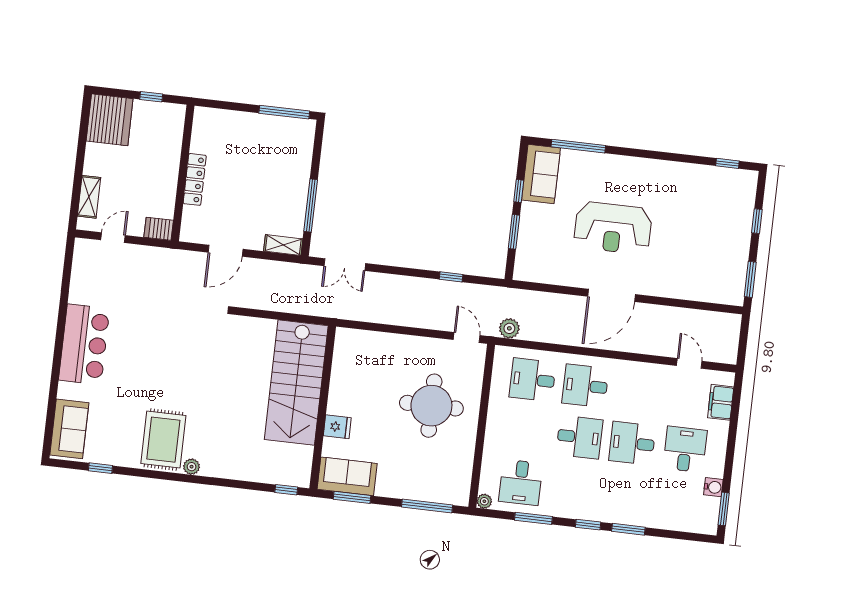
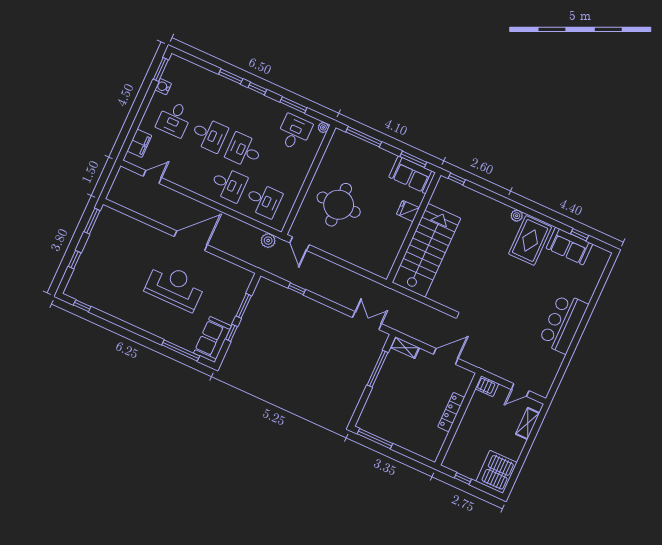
door: (689, 363) -> (152, 177), swing flipped
sofa: (69, 429) -> (569, 246), moved, turned -90

